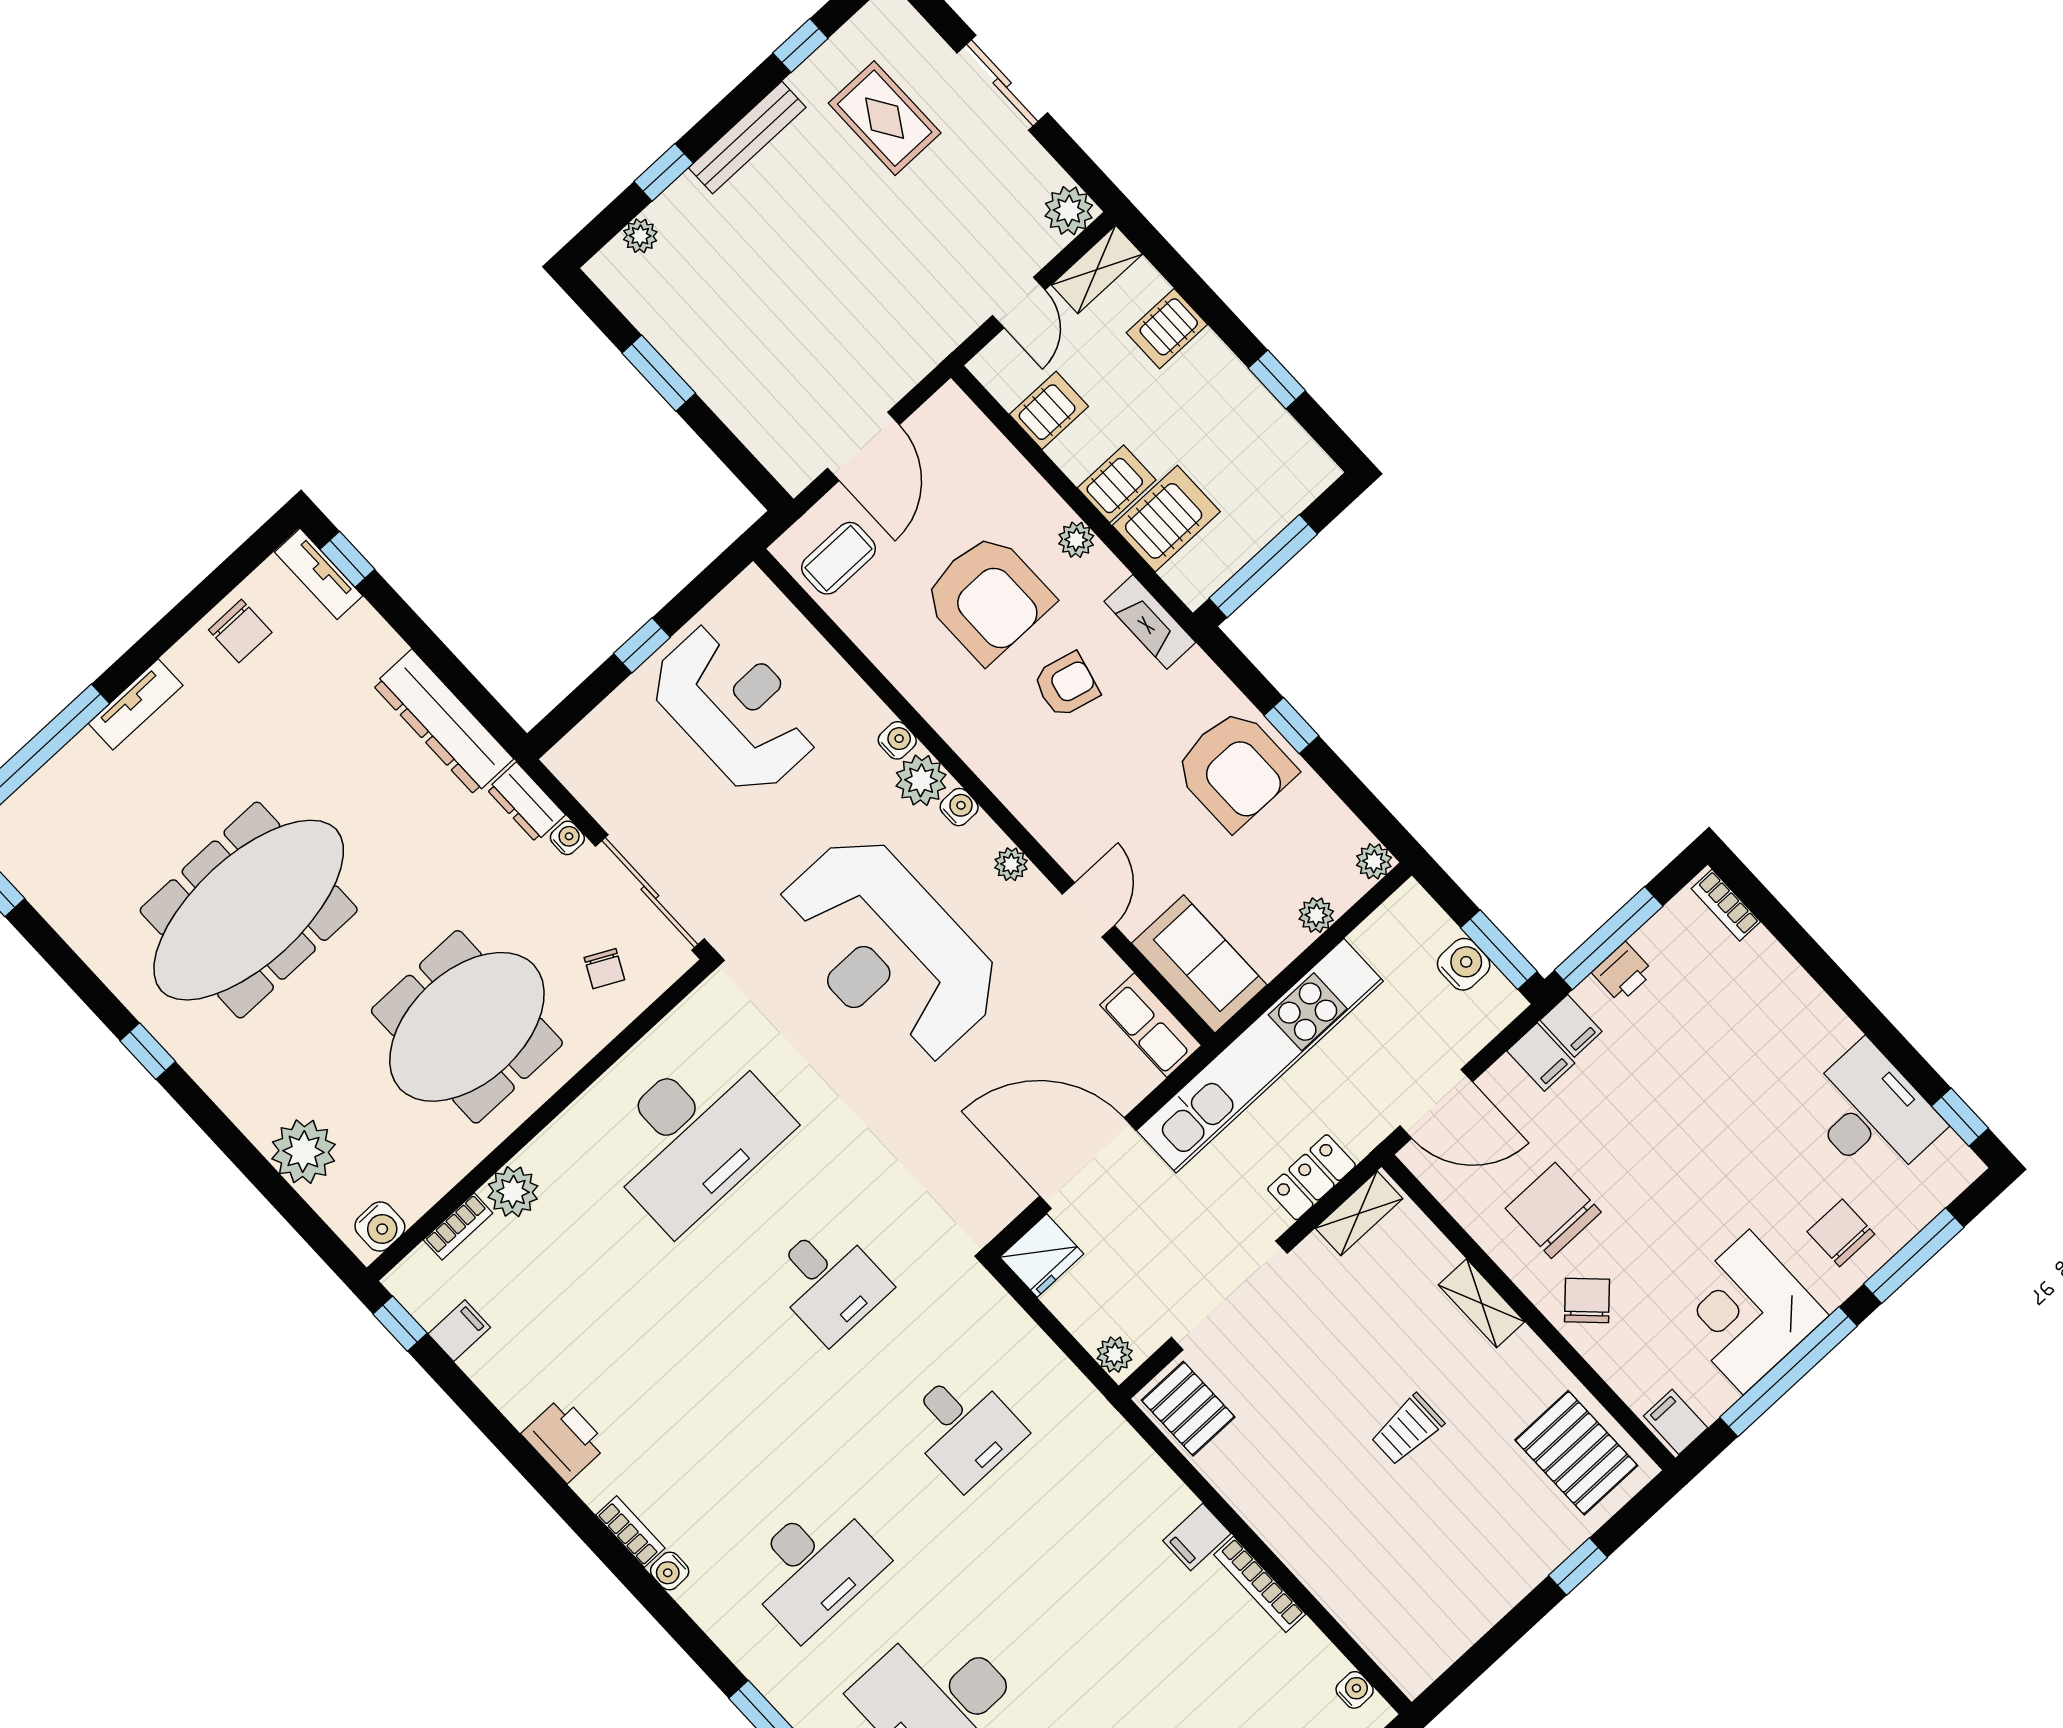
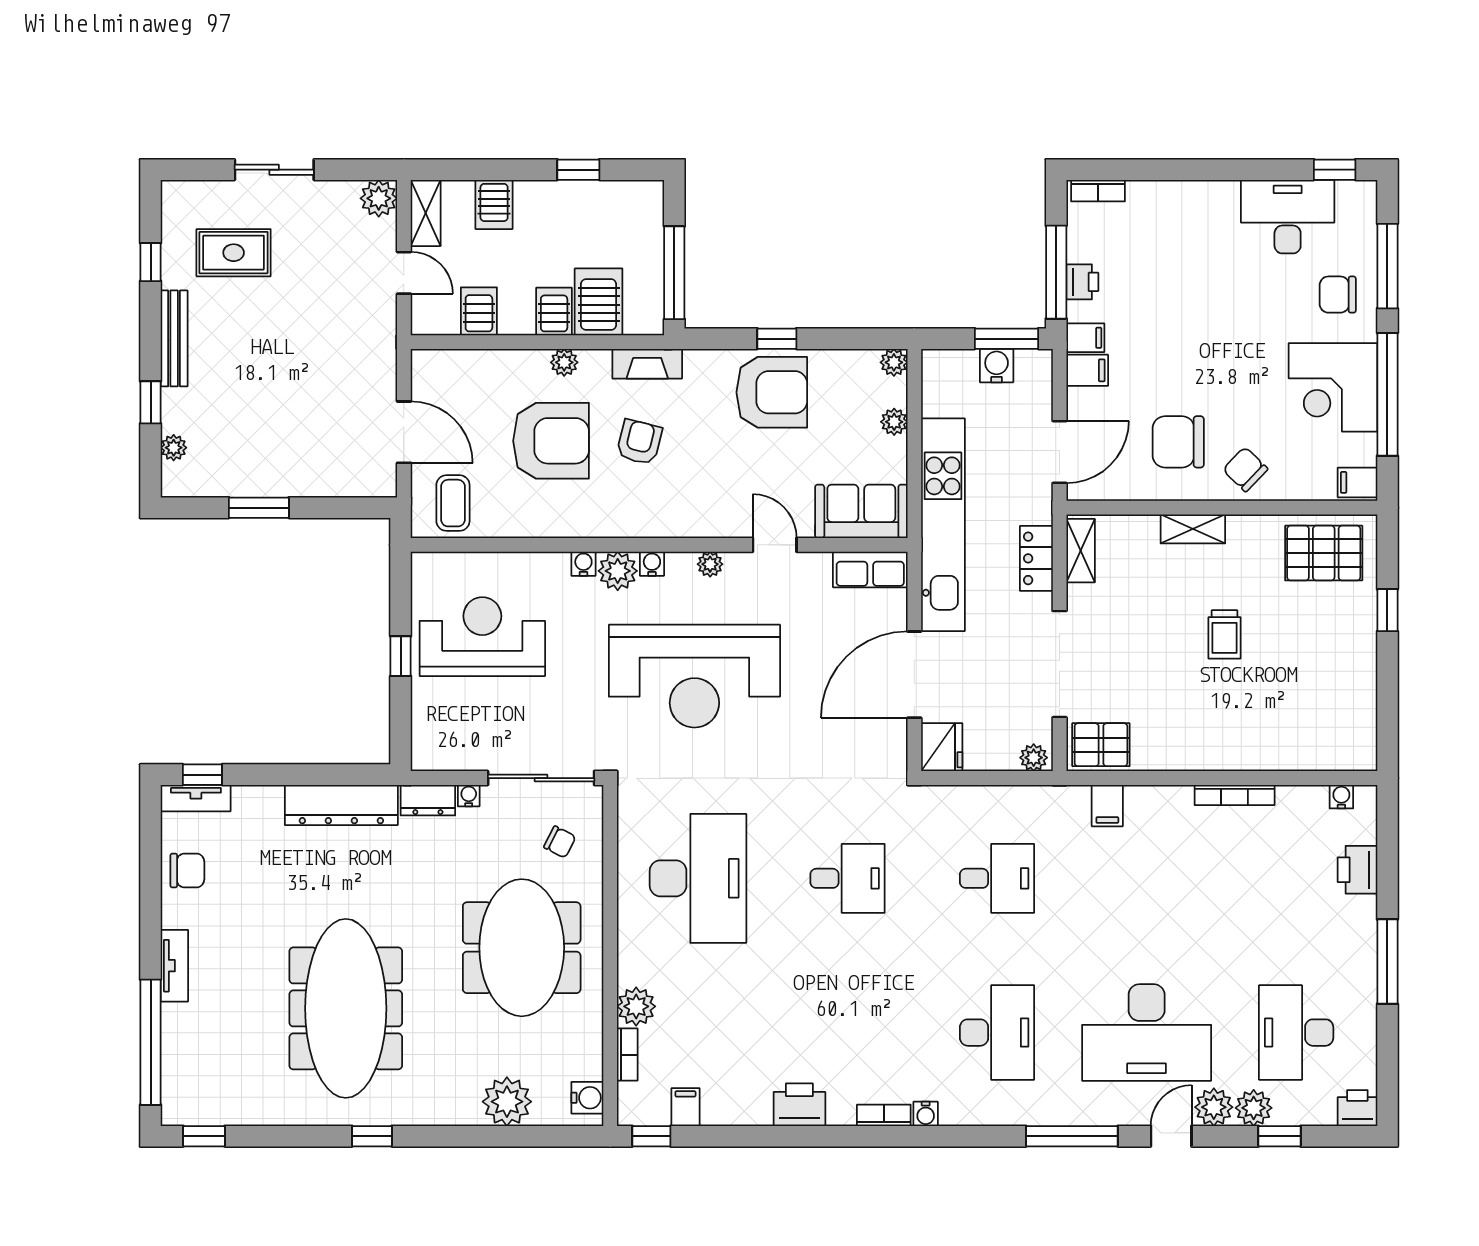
filing cabinet: (1197, 1537) -> (1107, 806), moved

